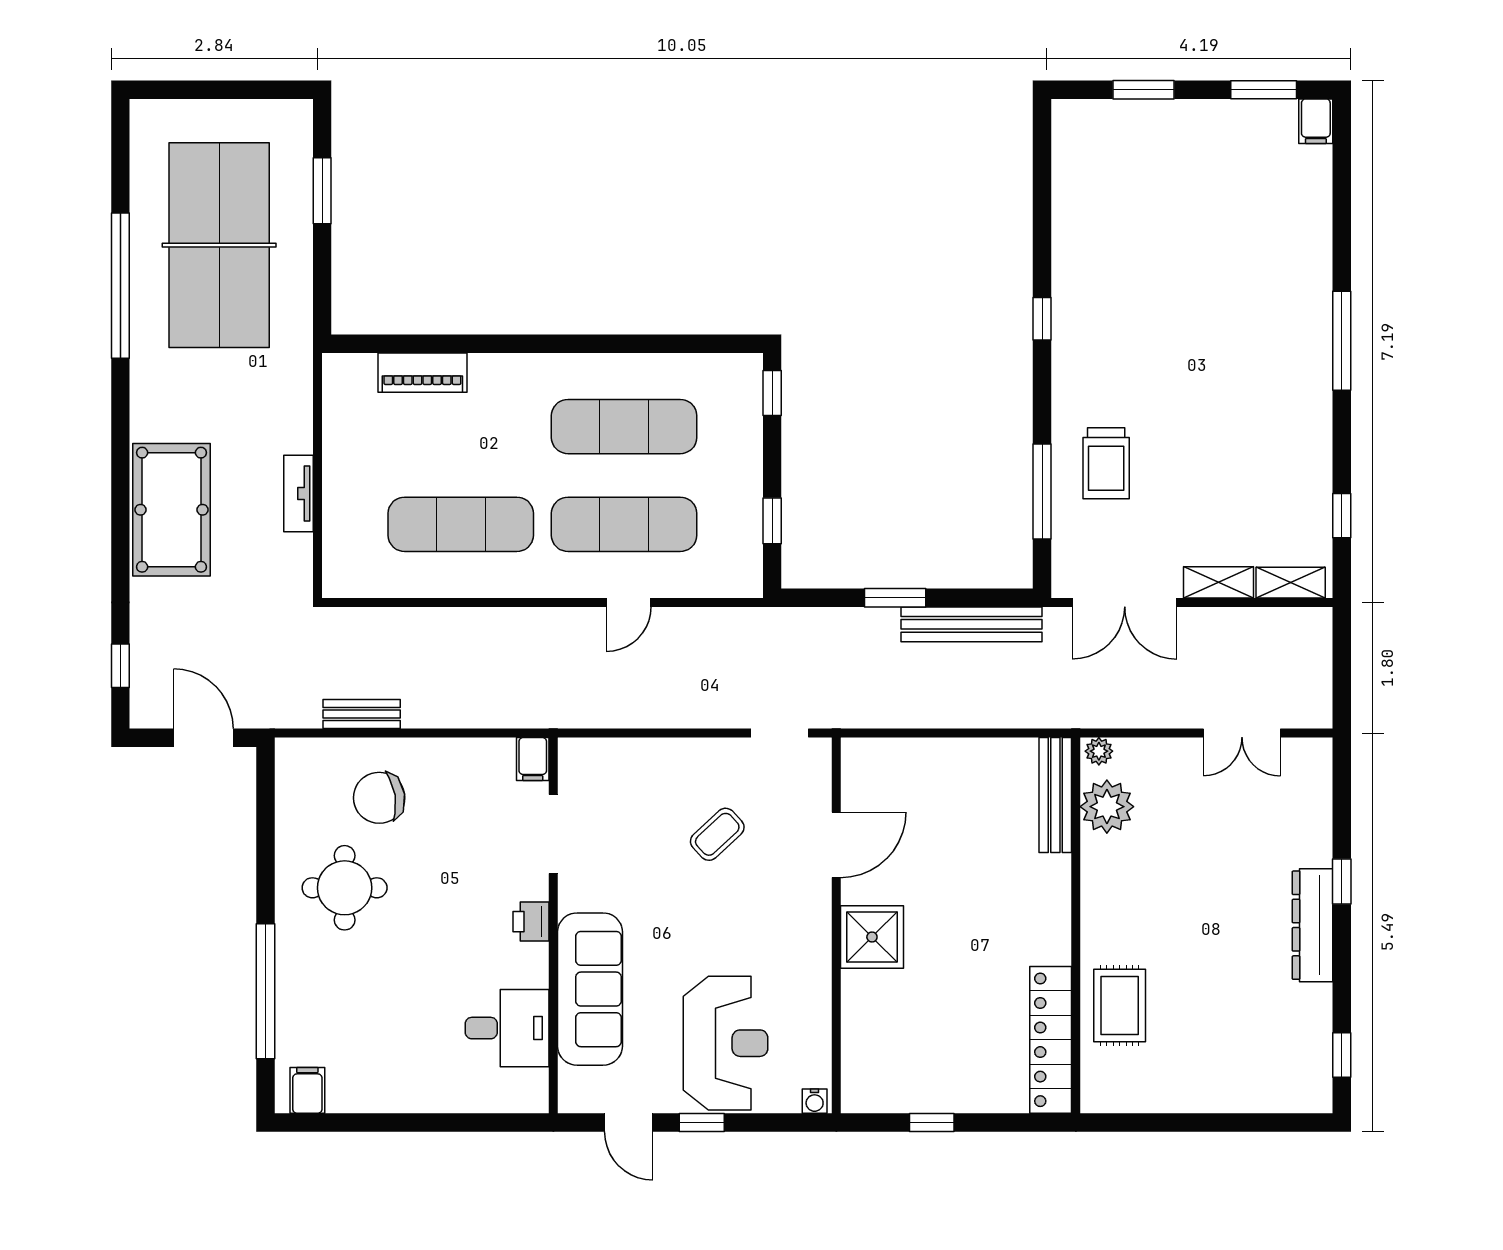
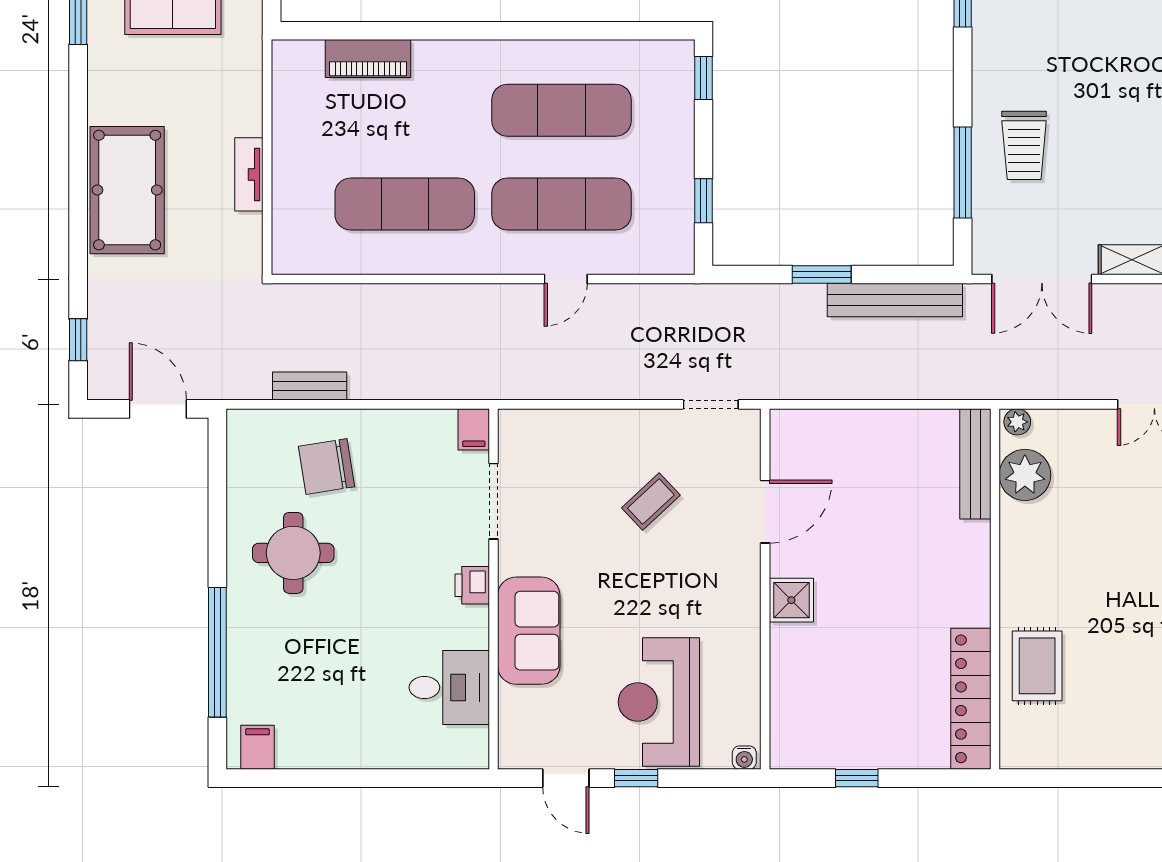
shower: (872, 937) -> (791, 600), width x0.73, depth x0.73
sofa: (590, 989) -> (529, 631), width x0.73
reception desk: (726, 1043) -> (659, 702), turned 180

